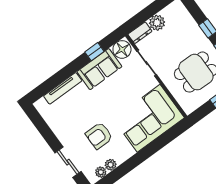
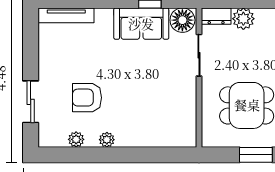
tv unit: (63, 88) -> (66, 15), moved
corner sofa: (149, 118) -> (156, 119), removed
plant: (101, 172) -> (107, 140), moved

